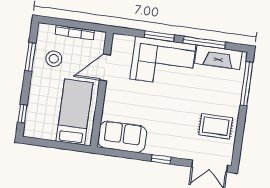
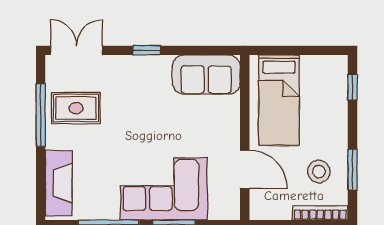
bookcase: (75, 33) -> (320, 213), moved
fireplace: (219, 57) -> (59, 183), moved, turned 90
door: (105, 67) -> (245, 169), hinge flipped
window: (246, 84) -> (41, 115), moved

